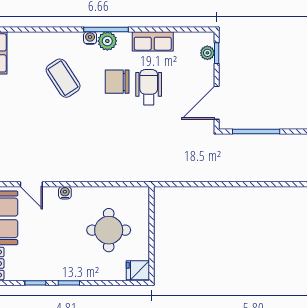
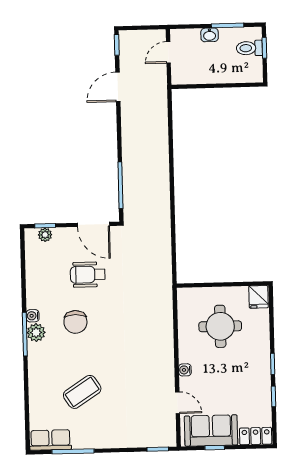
water cooler: (90, 38) -> (33, 316), moved
row of seats: (153, 41) -> (35, 288), removed
coffee table: (63, 78) -> (82, 392), moved
wheelchair: (149, 87) -> (88, 275), moved
door: (31, 184) -> (178, 403), hinge flipped

